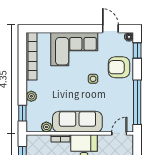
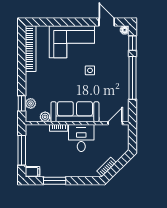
armchair: (119, 67) -> (115, 59), removed
plant: (31, 96) -> (31, 103), moved
window: (137, 102) -> (132, 78), moved

